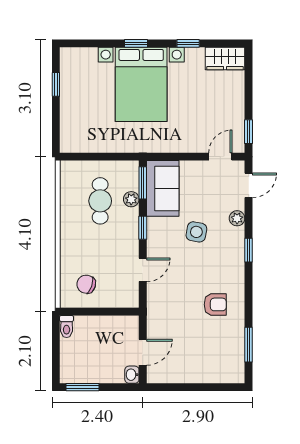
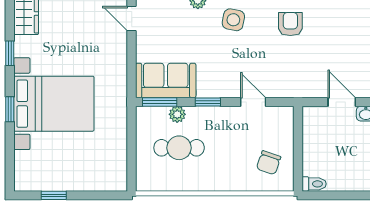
side table: (196, 232) -> (233, 20), moved

